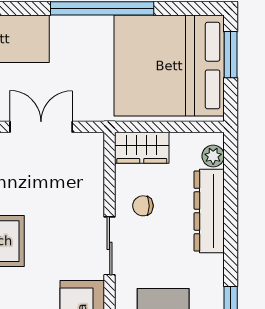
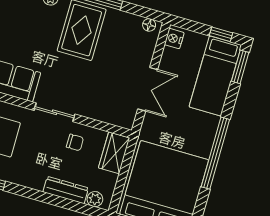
chair: (143, 206) -> (75, 142), turned 90
dresser: (209, 211) -> (66, 190), width x0.73, depth x0.80

